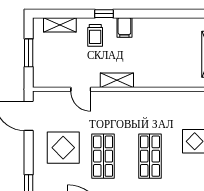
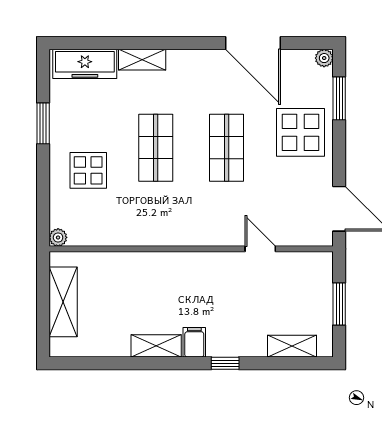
trolley: (95, 35) -> (238, 330), removed
shelving: (117, 80) -> (156, 346), moved
display table: (63, 148) -> (300, 132), moved

